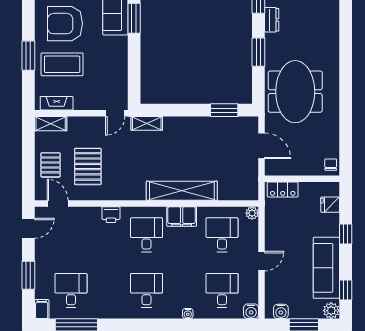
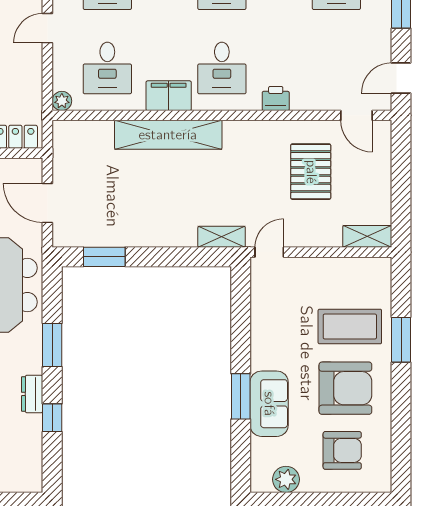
fireplace: (57, 103) -> (358, 267), removed
pallet: (51, 165) -> (367, 174), removed

